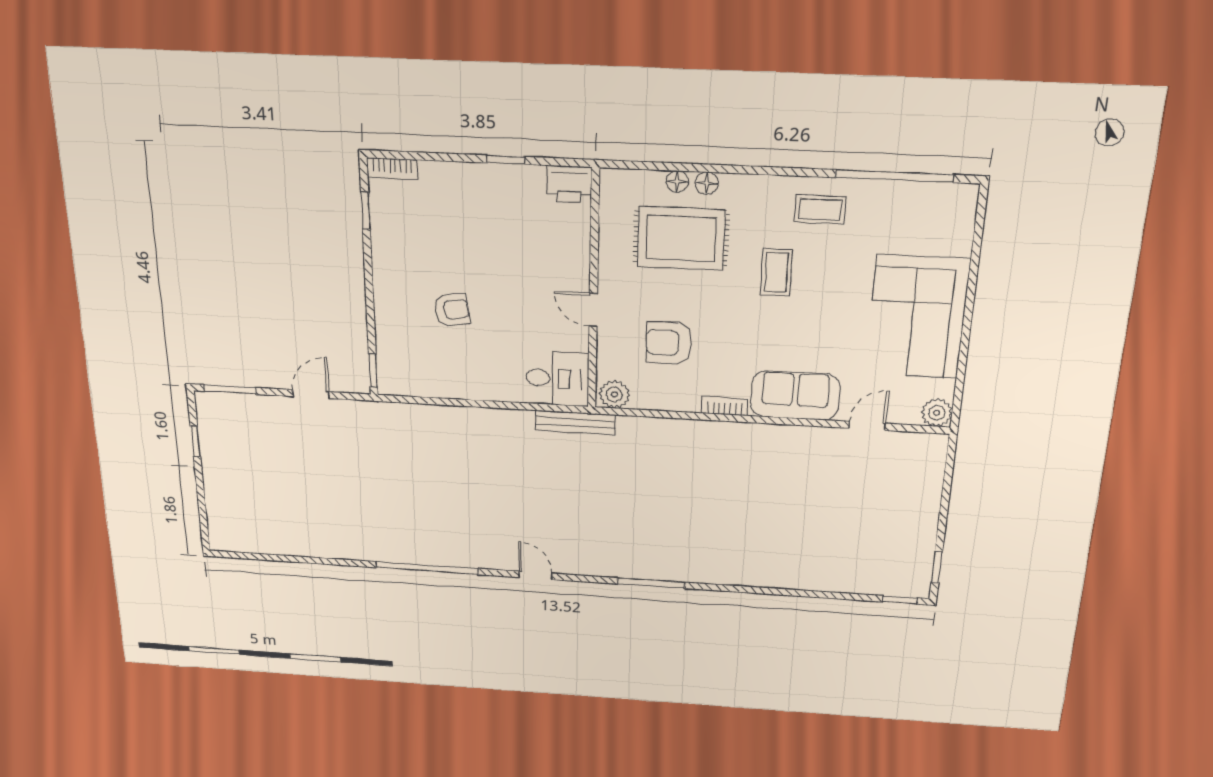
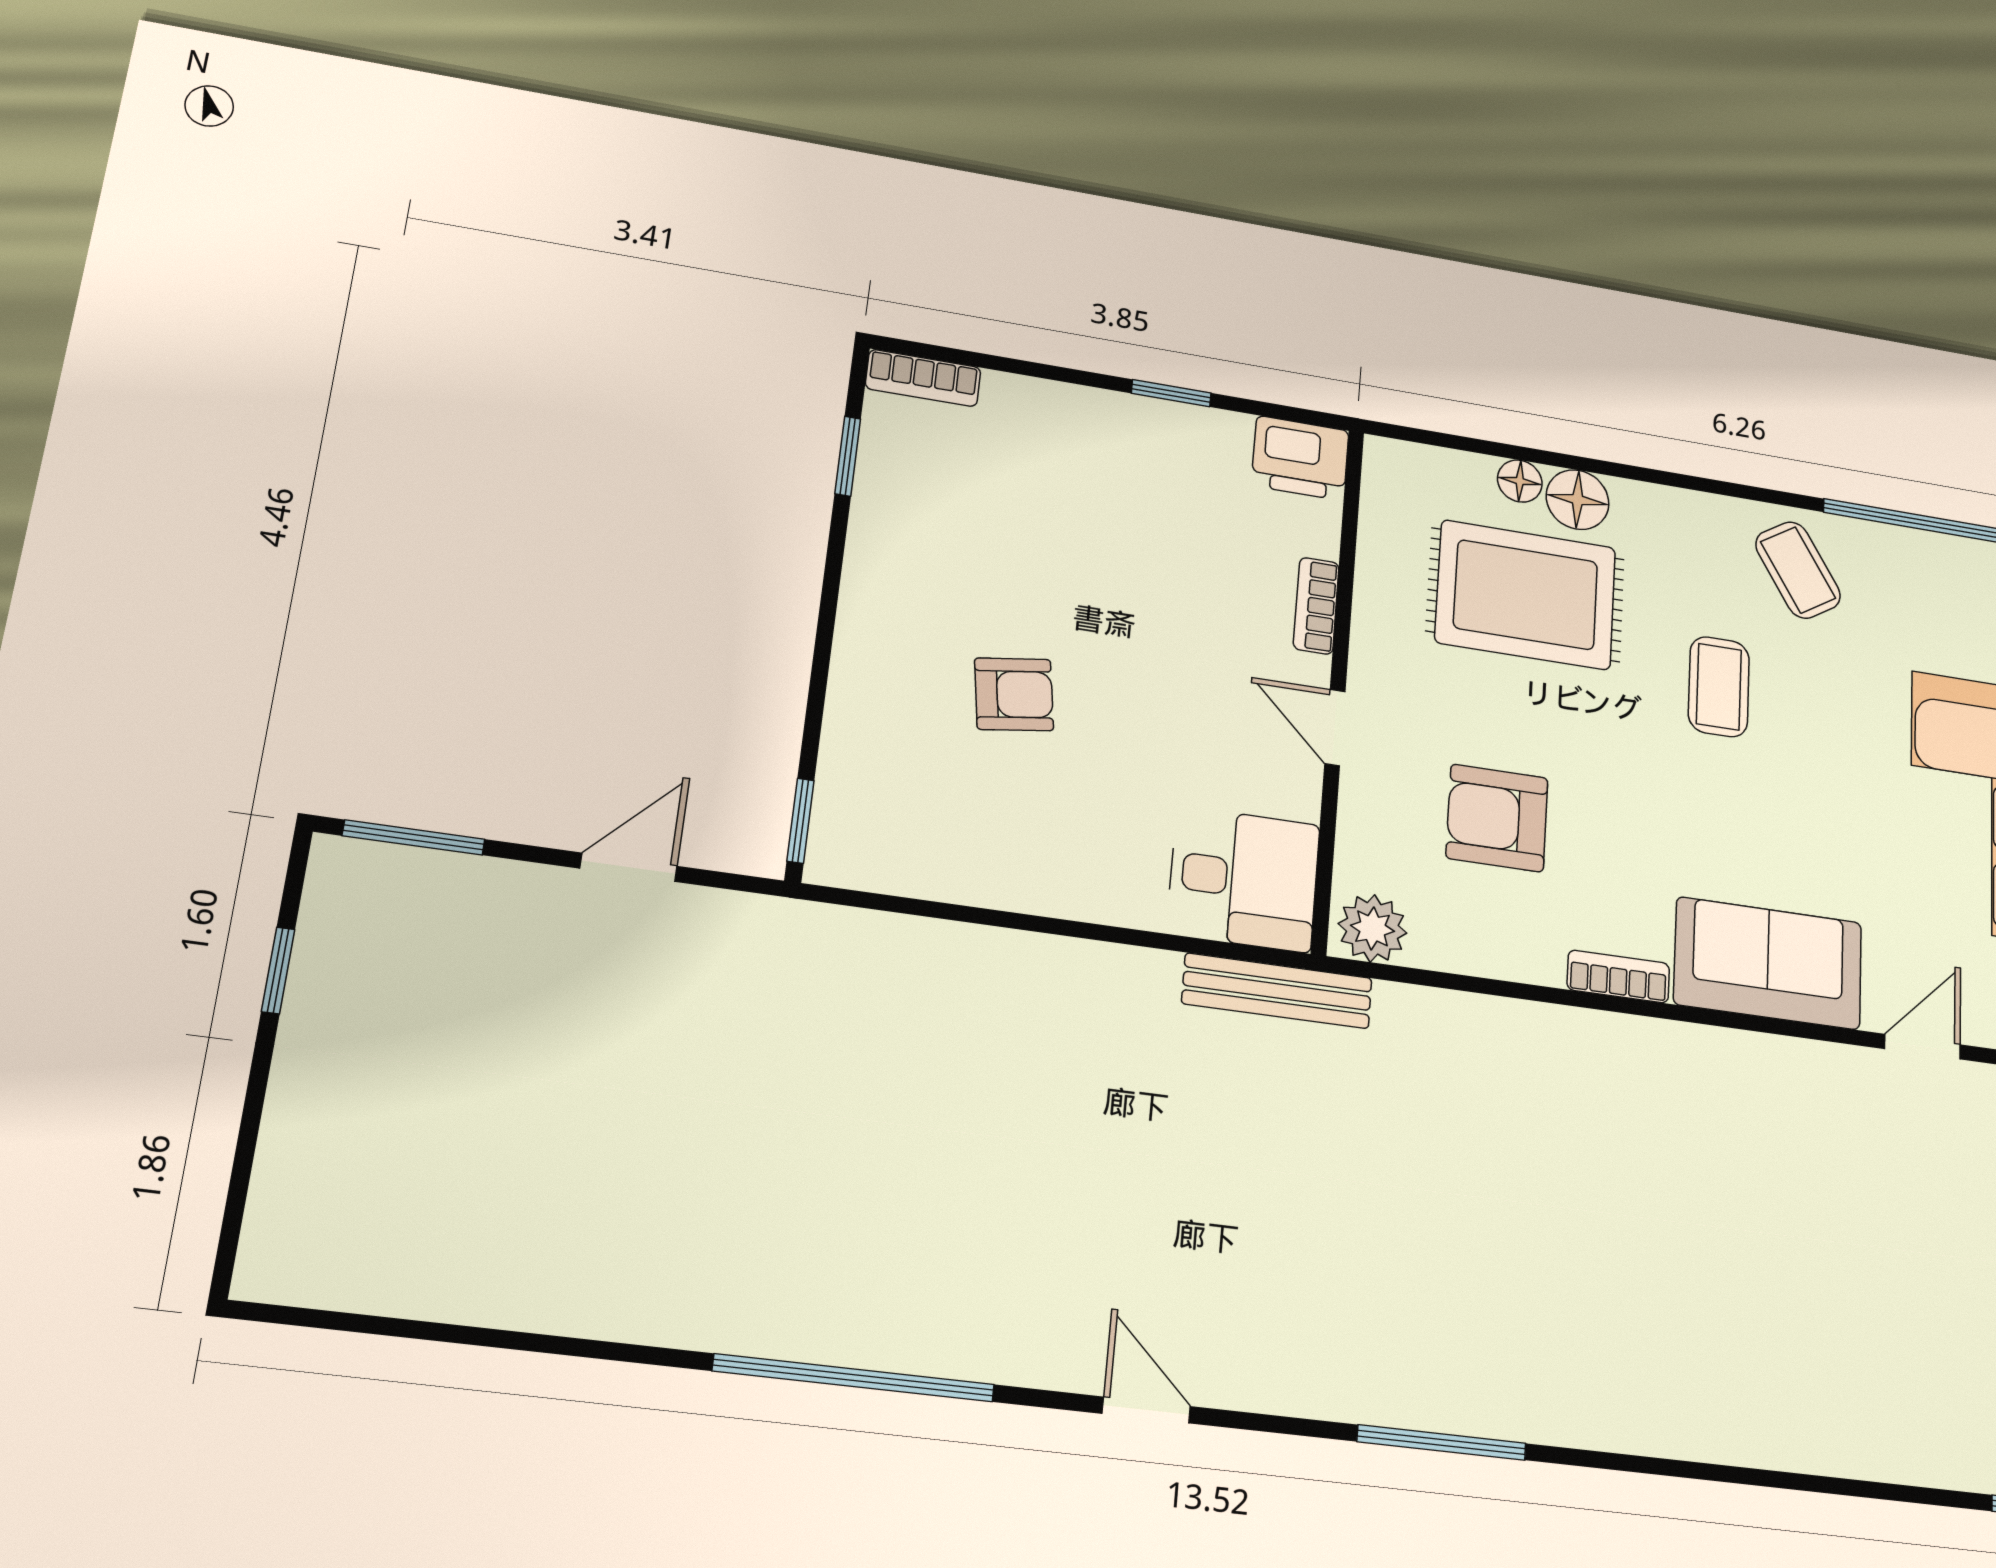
floor lamp: (707, 183) -> (1578, 500), width x1.37, depth x1.37
coffee table: (820, 209) -> (1798, 570), turned 58
bookcase: (581, 255) -> (1316, 606), added

